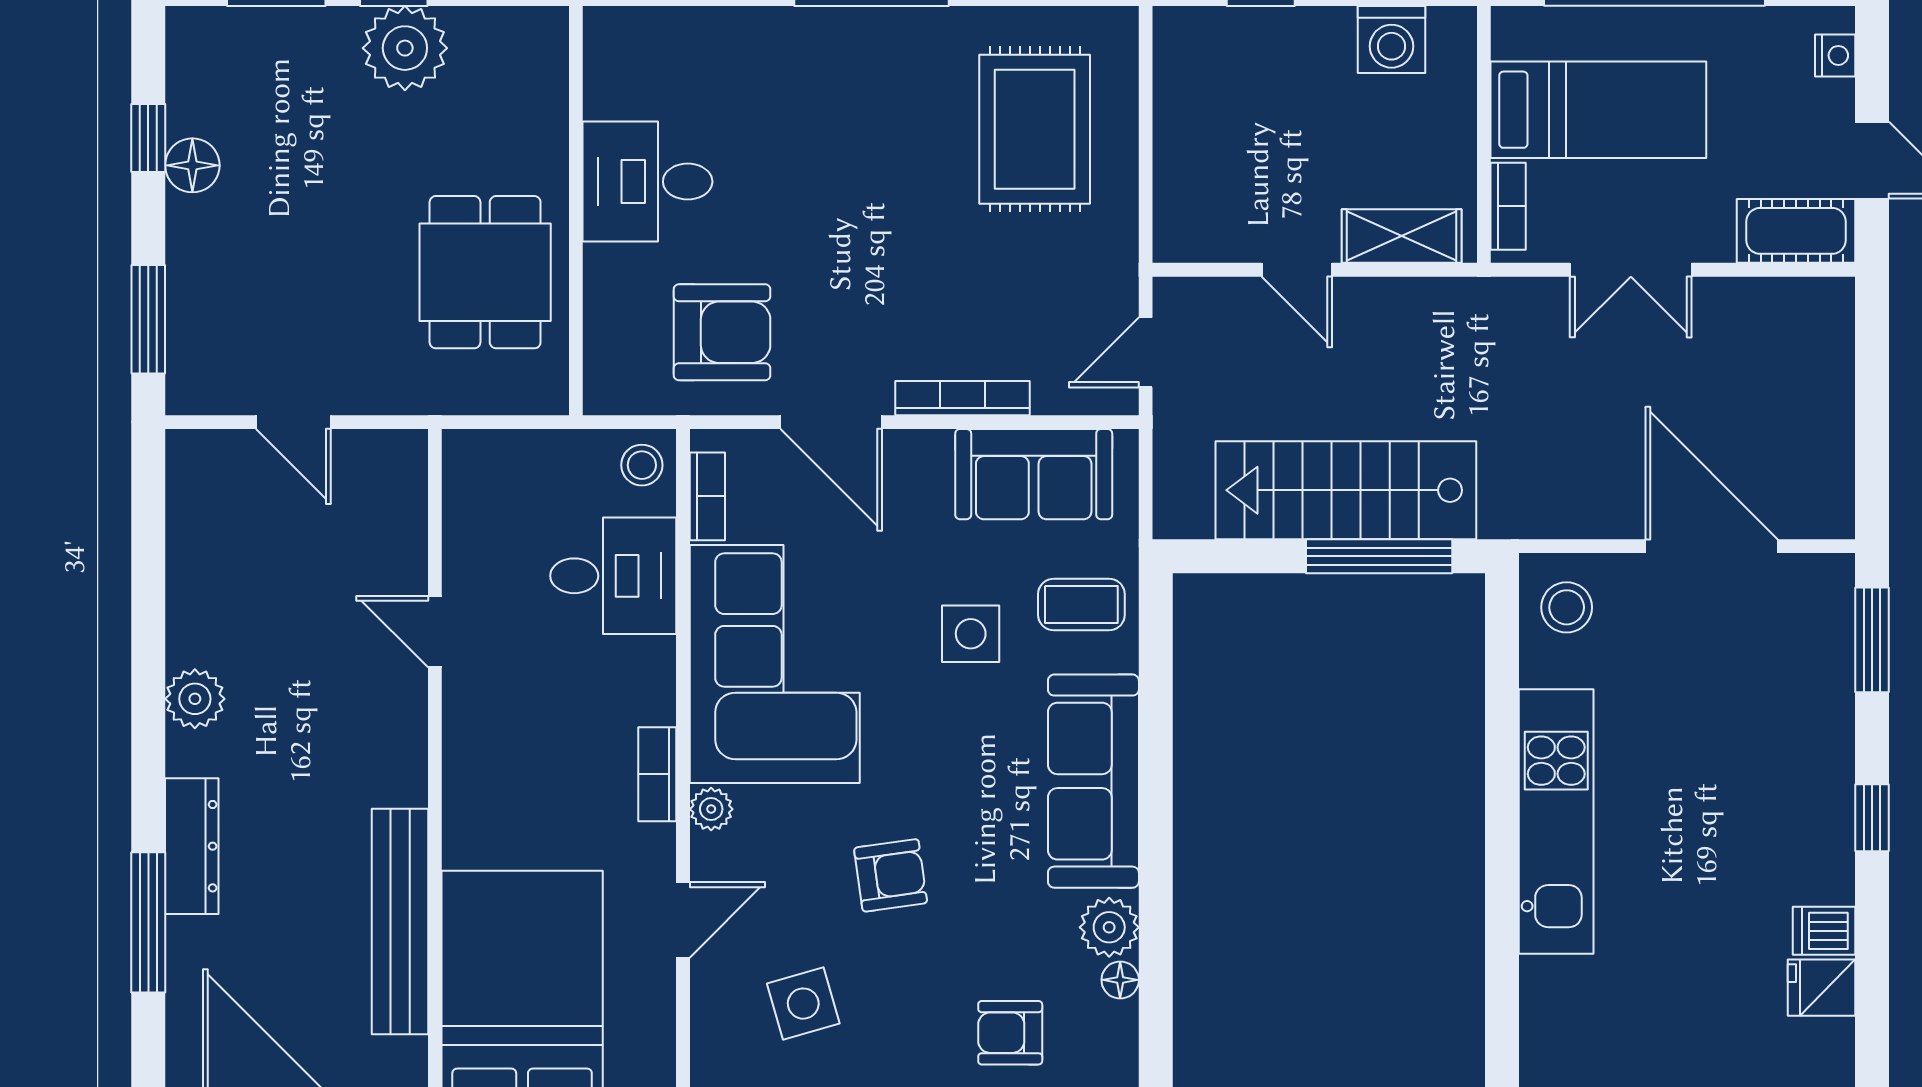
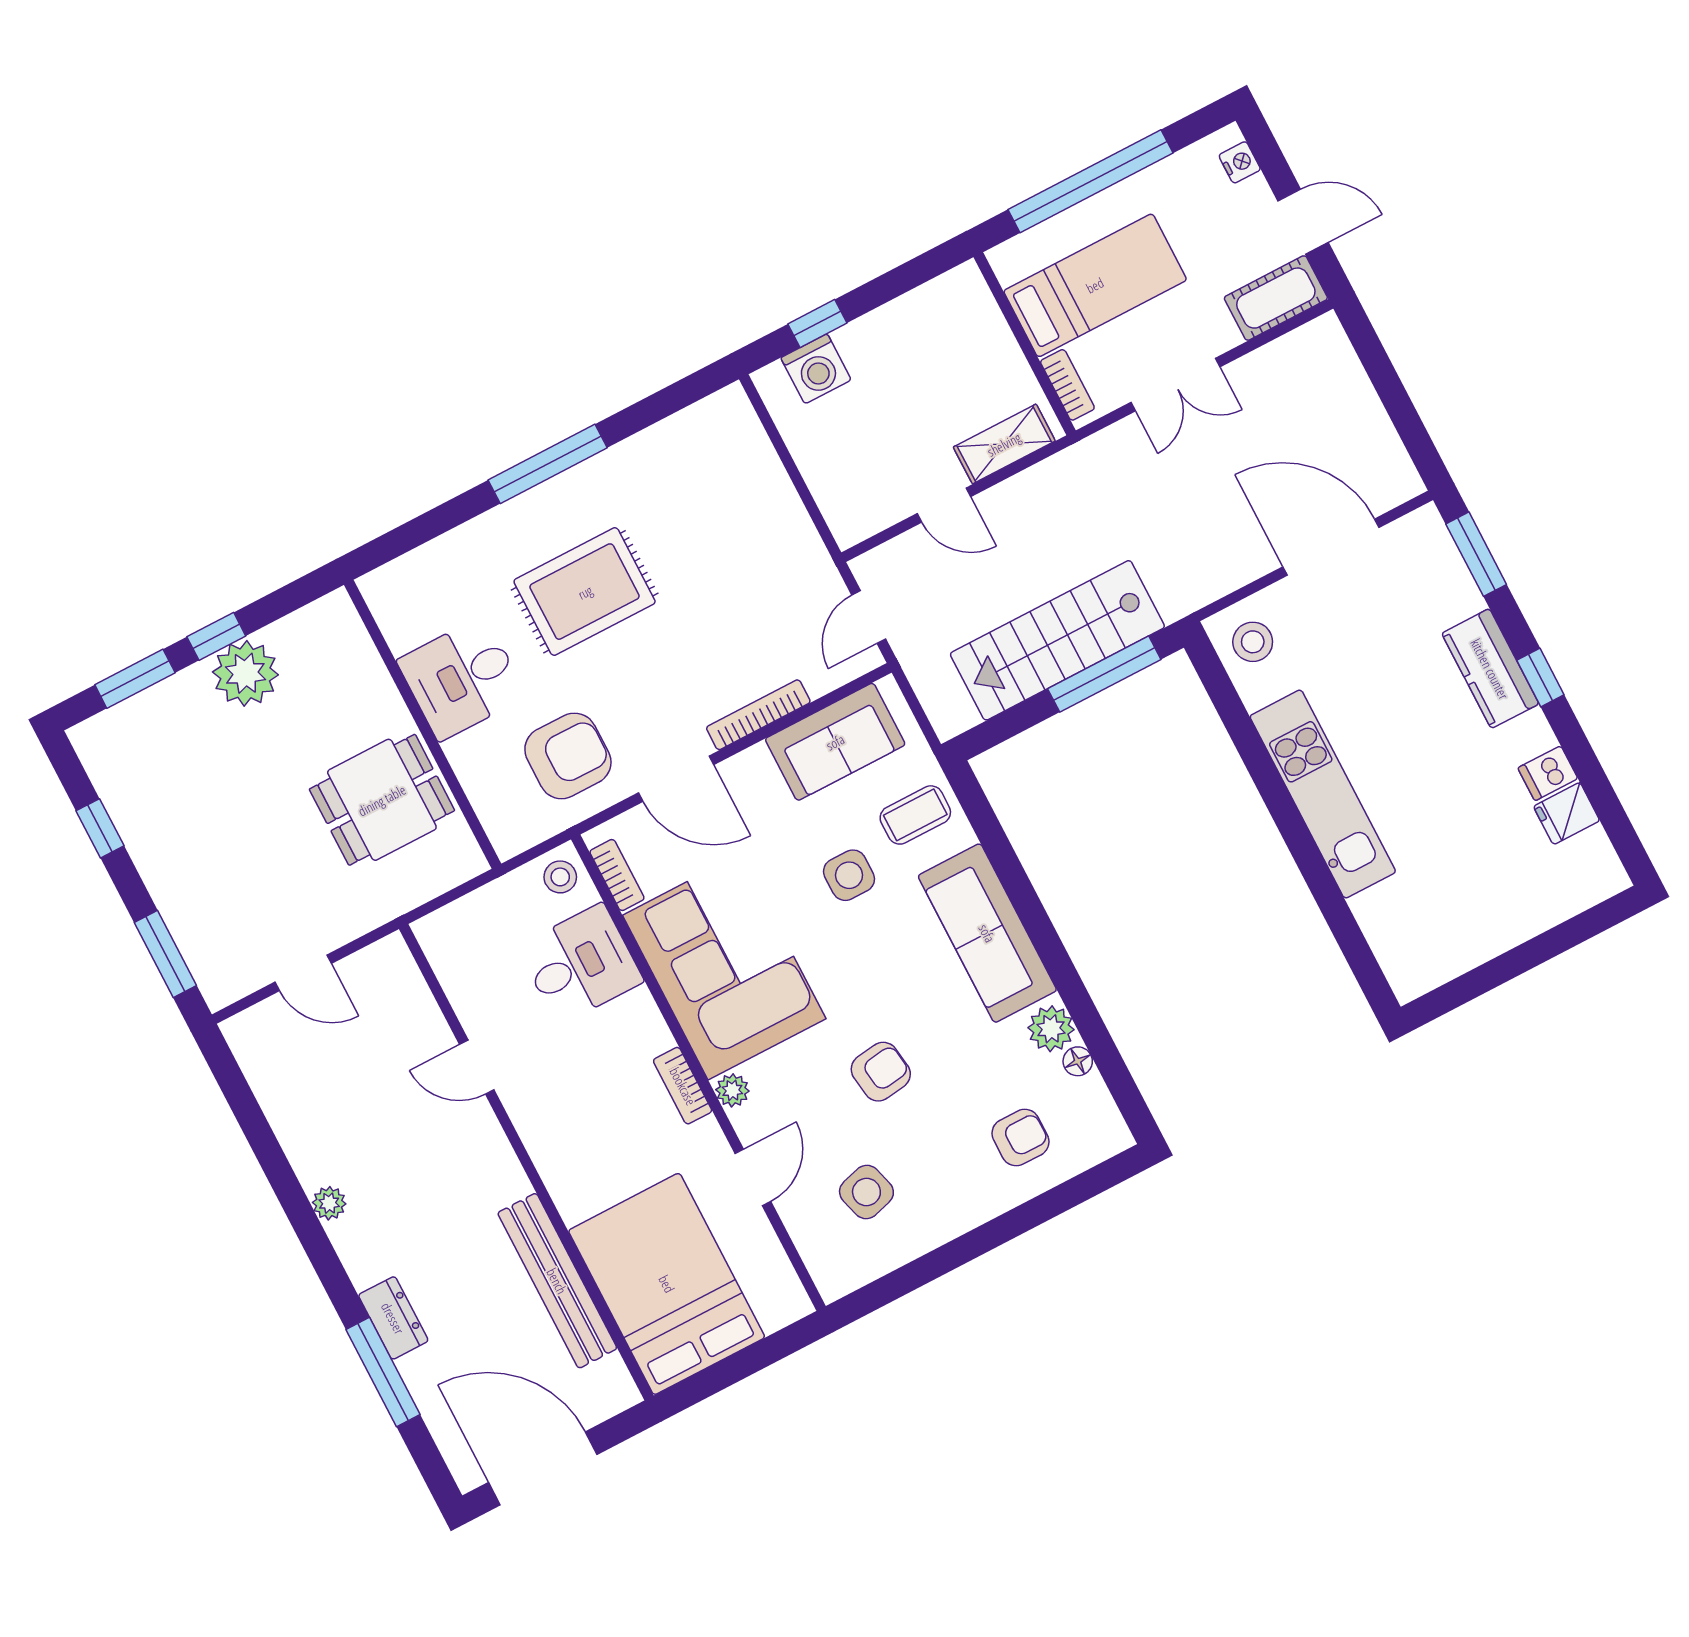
washing machine: (1391, 39) -> (816, 369), moved
rug: (1035, 129) -> (585, 592), moved, turned 90
floor lamp: (192, 165) -> (140, 831), removed
dining table: (485, 272) -> (382, 800), turned 90
plant: (195, 699) -> (329, 1203), width x0.73, depth x0.73
kitchen counter: (1820, 778) -> (1490, 669), added
dresser: (192, 846) -> (393, 1318), width x0.70
armchair: (1010, 1033) -> (1020, 1138), turned 180

